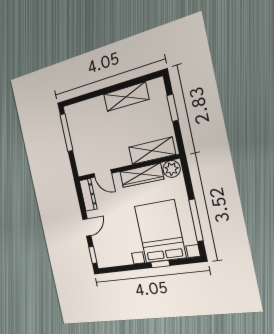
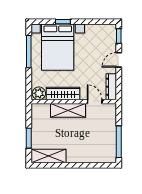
shelving: (126, 97) -> (48, 156), moved
shelving: (152, 151) -> (68, 110), moved

